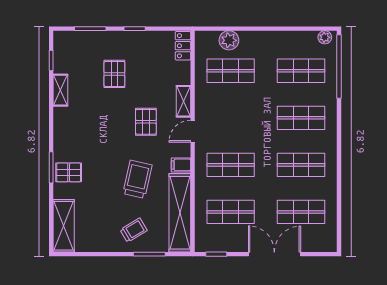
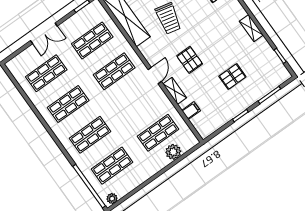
locker: (183, 46) -> (201, 127), removed
pallet: (114, 74) -> (232, 76), turned 90
shelving: (60, 90) -> (251, 28), moved
filing cabinet: (181, 165) -> (191, 111), moved
double door: (274, 254) -> (44, 33), width x0.73

